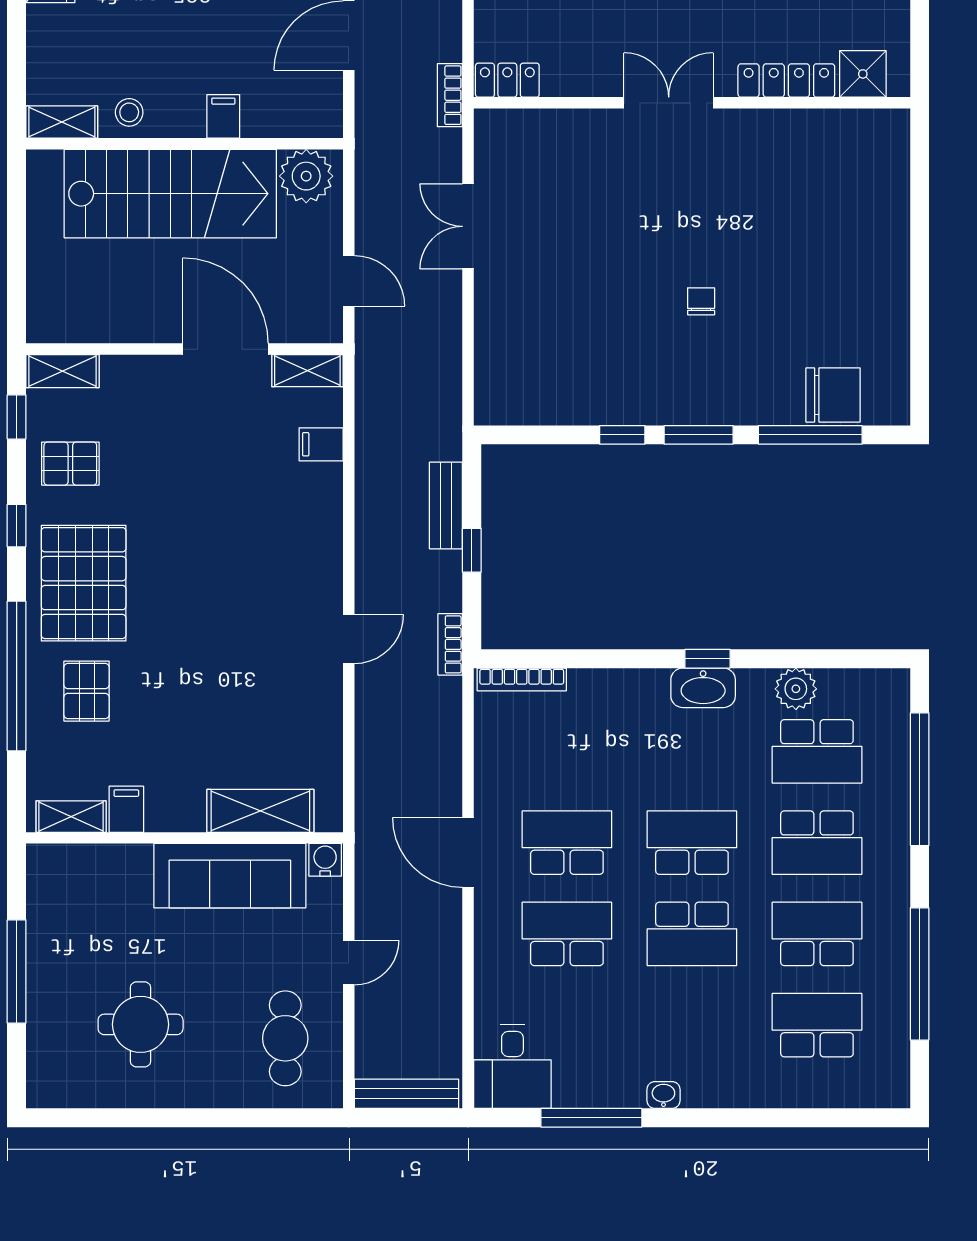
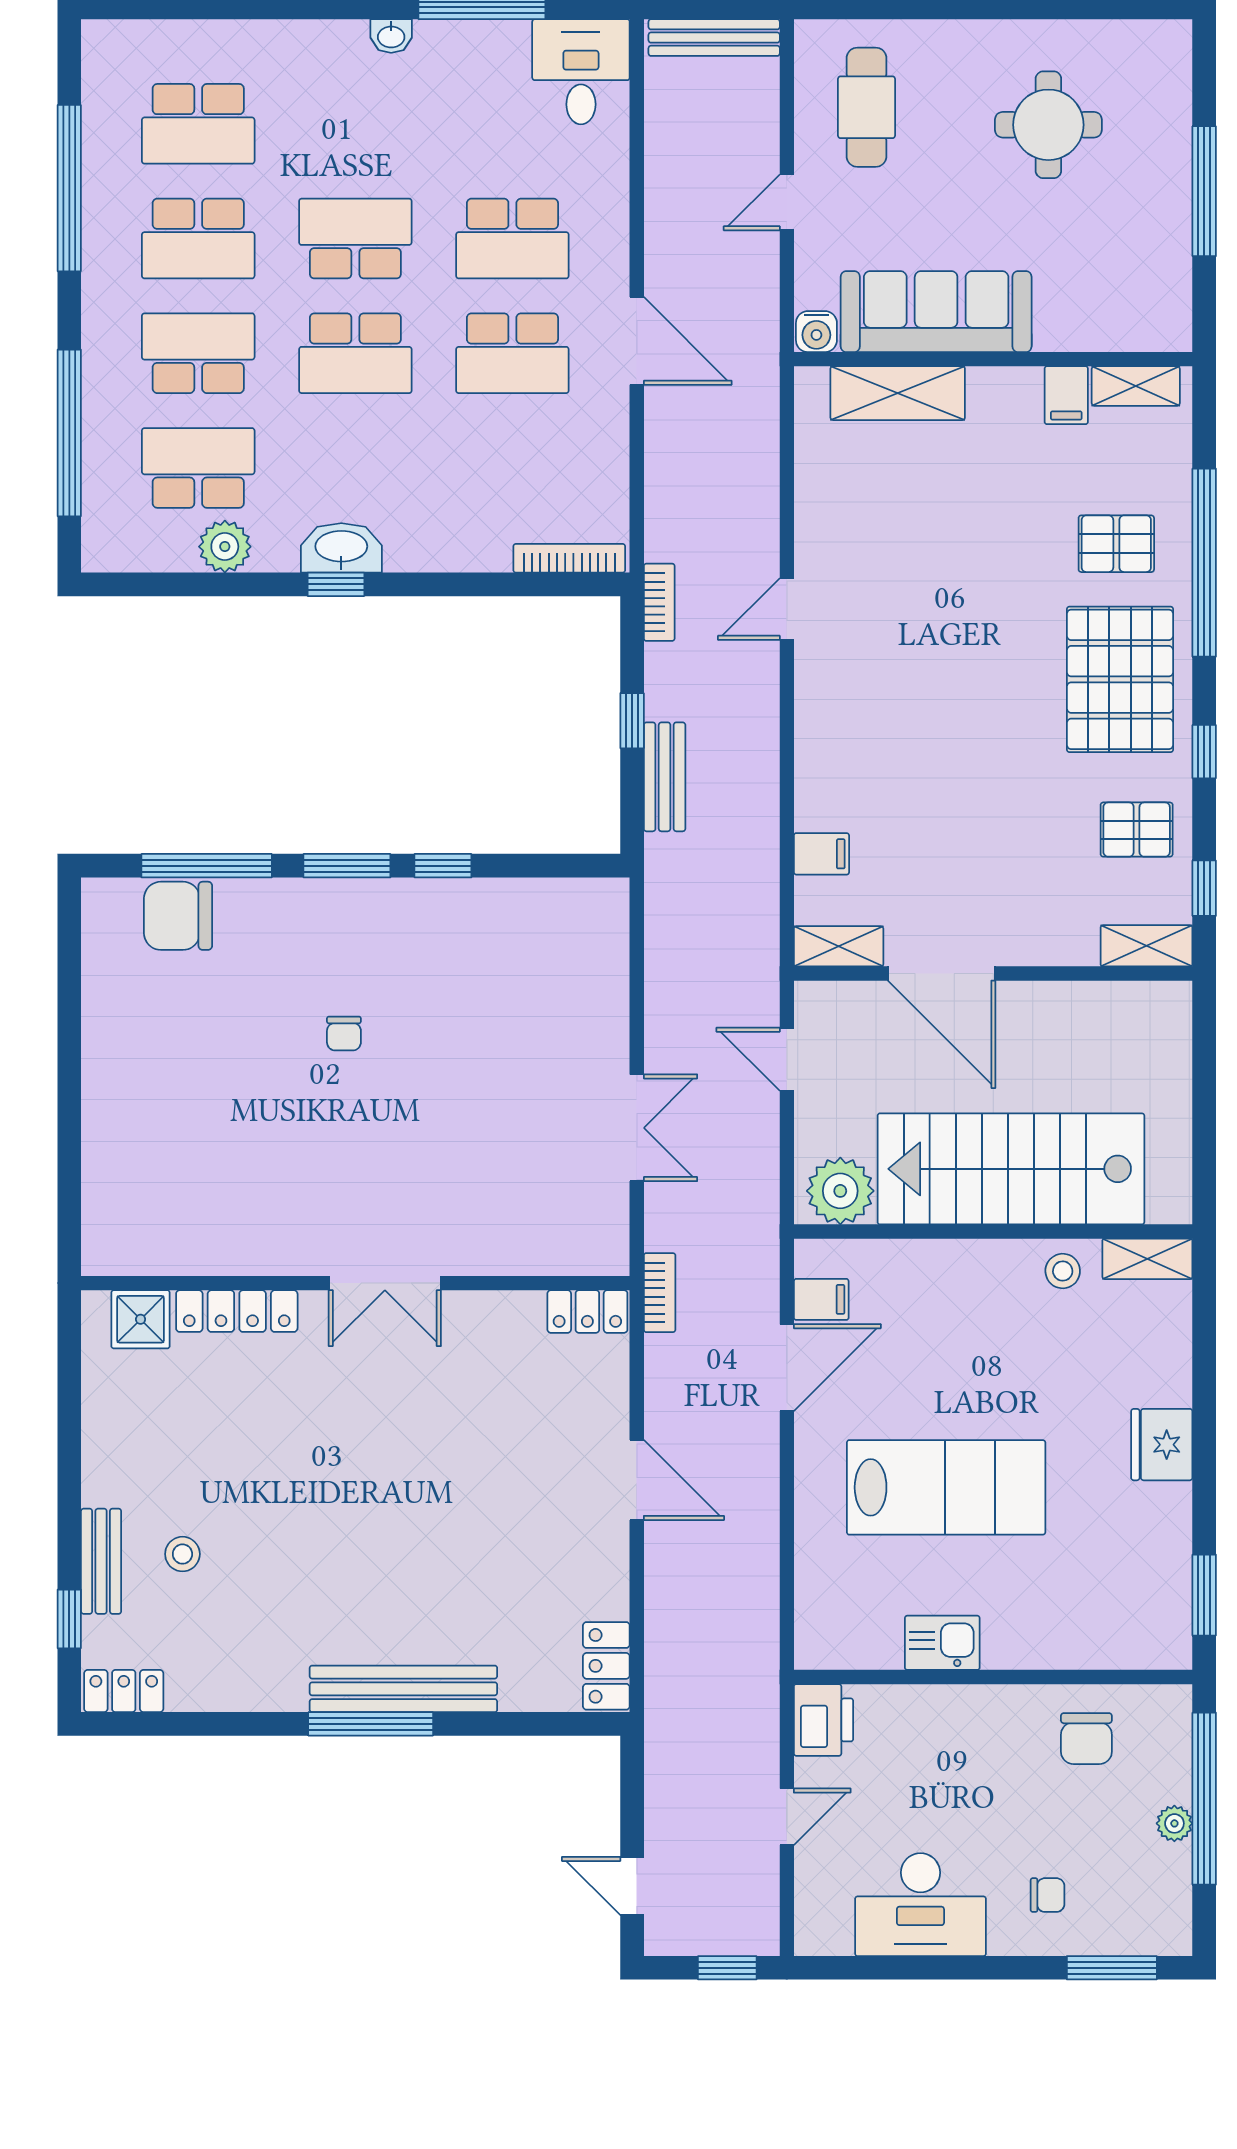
filing cabinet: (223, 116) -> (821, 1299), moved, turned -90
pallet: (87, 691) -> (1116, 544), turned 90

